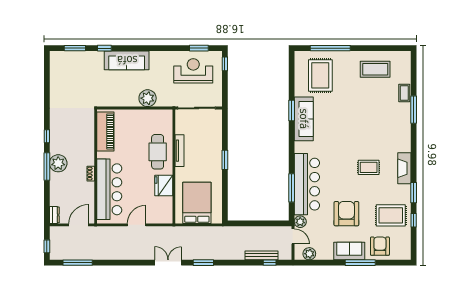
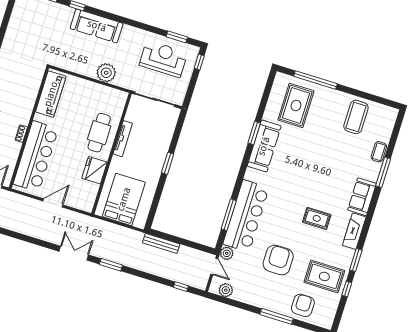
coffee table: (375, 69) -> (356, 117), turned 90
sofa: (349, 251) -> (362, 197), moved, turned -90
bench: (262, 255) -> (161, 243), moved

